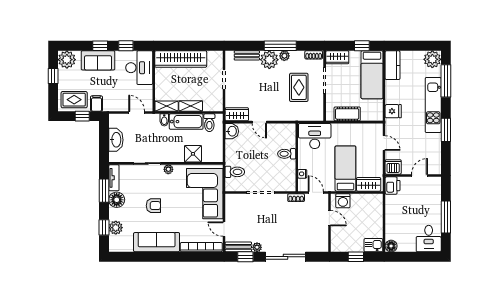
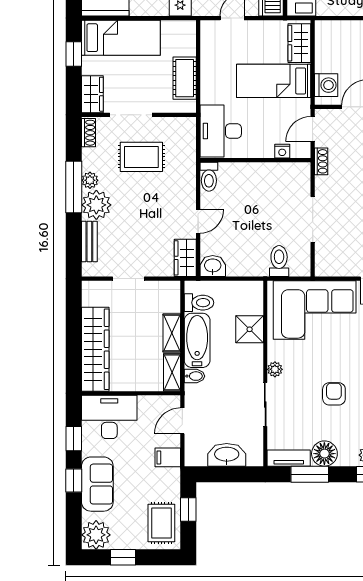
filing cabinet: (97, 104) -> (168, 457), moved
toilet: (287, 154) -> (209, 177), moved

